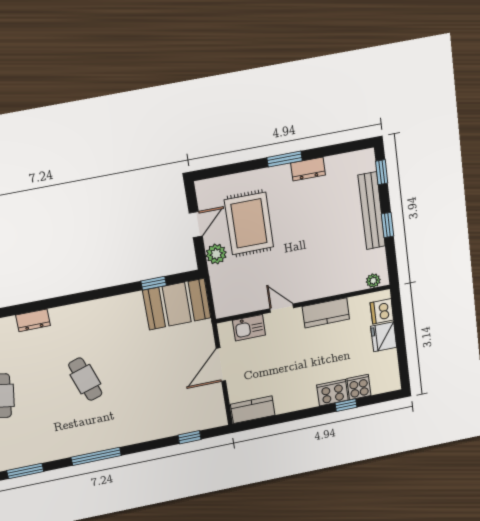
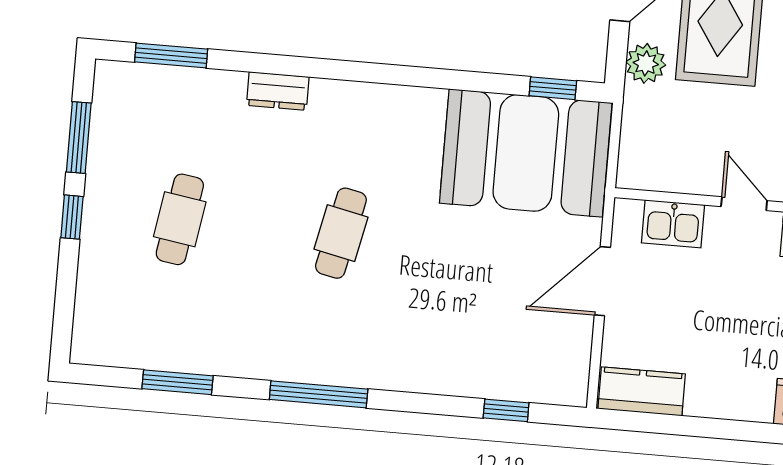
window: (154, 283) -> (553, 88), moved
booth: (177, 304) -> (526, 153), width x1.36, depth x1.42
cafe table: (85, 379) -> (341, 233), turned 30

